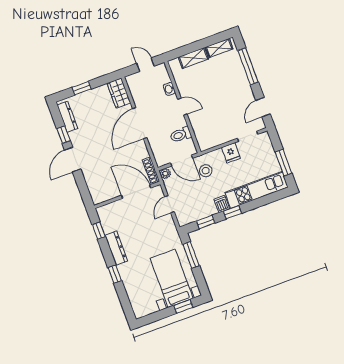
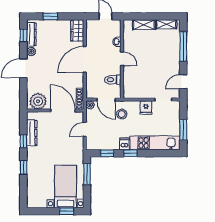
window: (63, 135) -> (23, 35), moved
plant: (74, 137) -> (31, 51), added
plant: (104, 191) -> (38, 101), added
window: (99, 231) -> (23, 141), moved
dresser: (116, 248) -> (32, 133), moved

